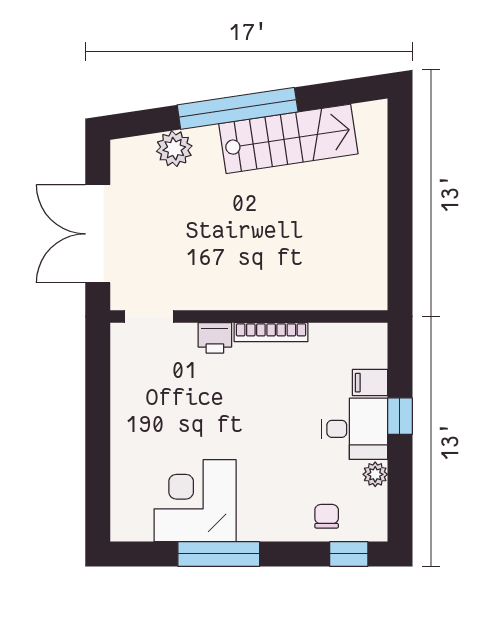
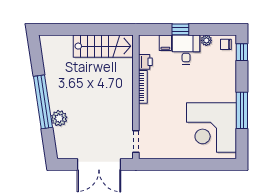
stairs: (288, 139) -> (103, 46), moved, turned 98
plant: (174, 149) -> (59, 118), moved
printer: (215, 338) -> (145, 62), moved
corner desk: (195, 501) -> (212, 127), width x1.36, depth x1.36
chair: (327, 516) -> (226, 44), moved

